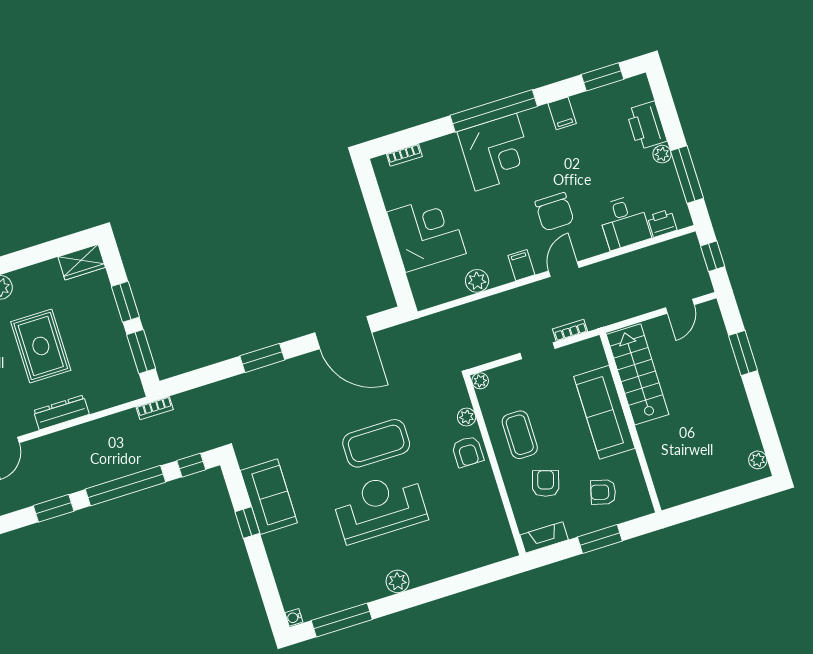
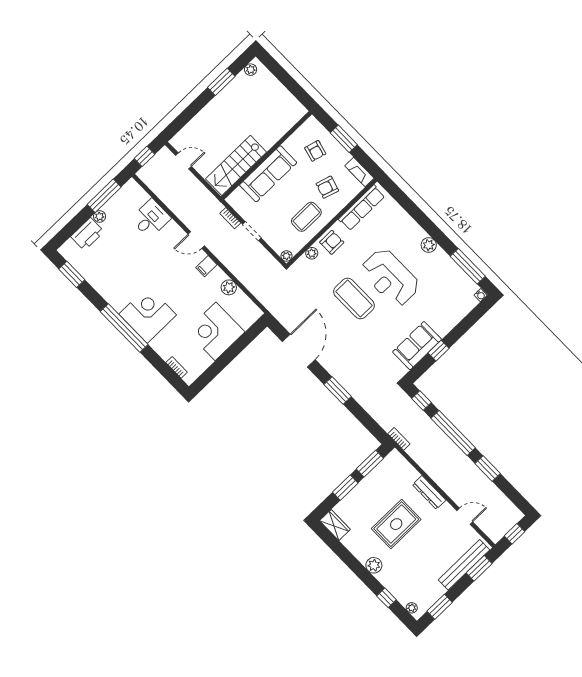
filing cabinet: (562, 113) -> (105, 287), removed
chair: (554, 212) -> (165, 262), removed
printer: (662, 223) -> (140, 196), removed
window: (743, 353) -> (221, 82), moved
row of seats: (494, 516) -> (362, 208), added

